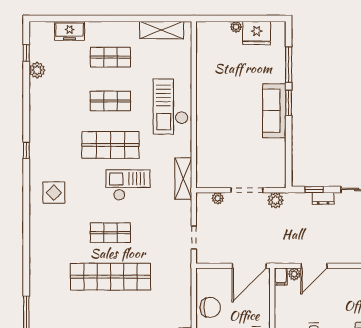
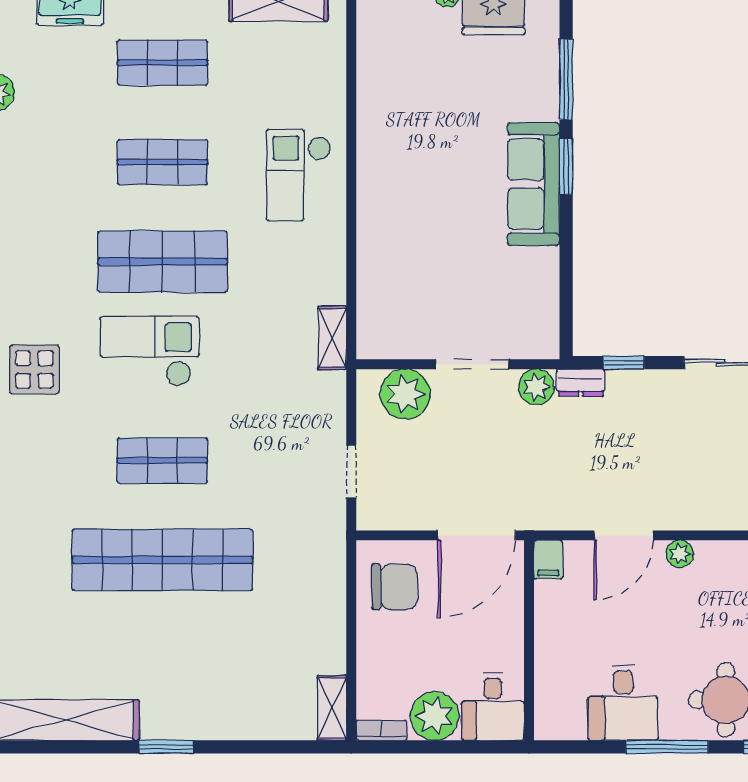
checkout: (171, 107) -> (299, 175), width x0.73, depth x0.83
shelving: (183, 179) -> (332, 338), width x0.67, depth x0.75
checkout: (128, 185) -> (150, 351), moved
plant: (218, 198) -> (405, 394), width x1.87, depth x1.87
dresser: (323, 198) -> (581, 383), moved
plant: (294, 274) -> (680, 554), moved
chair: (210, 307) -> (395, 587), moved

